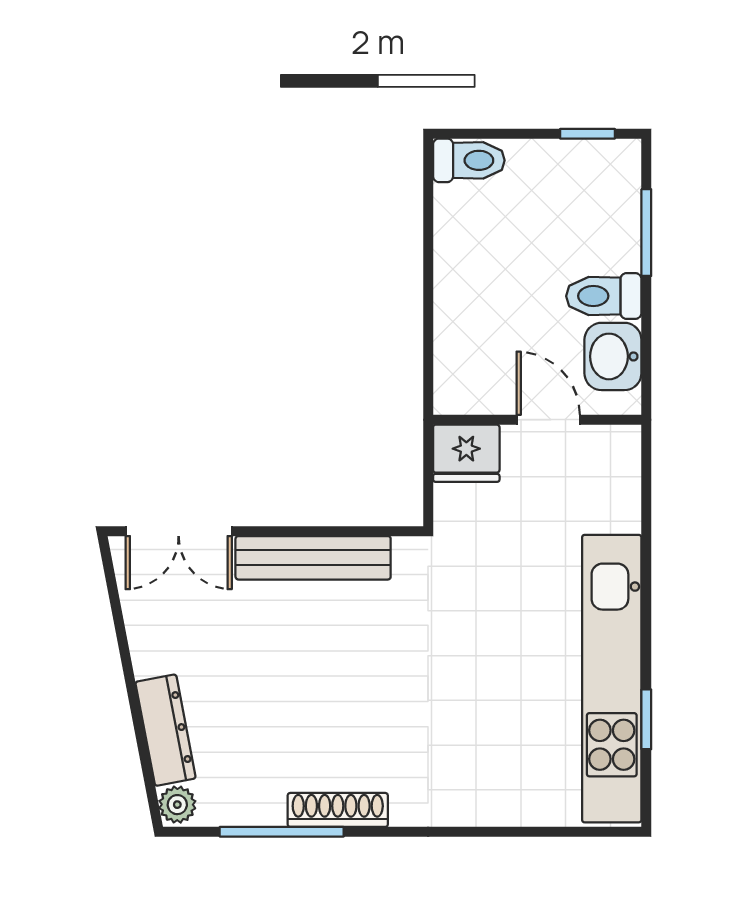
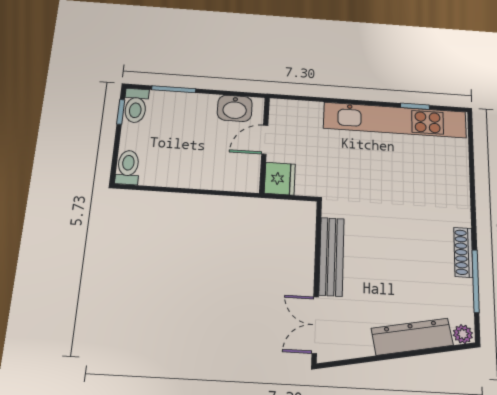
toilet: (604, 296) -> (136, 106), moved
double door: (179, 531) -> (315, 325), swing flipped
dresser: (166, 730) -> (412, 337), width x1.37, depth x1.24

